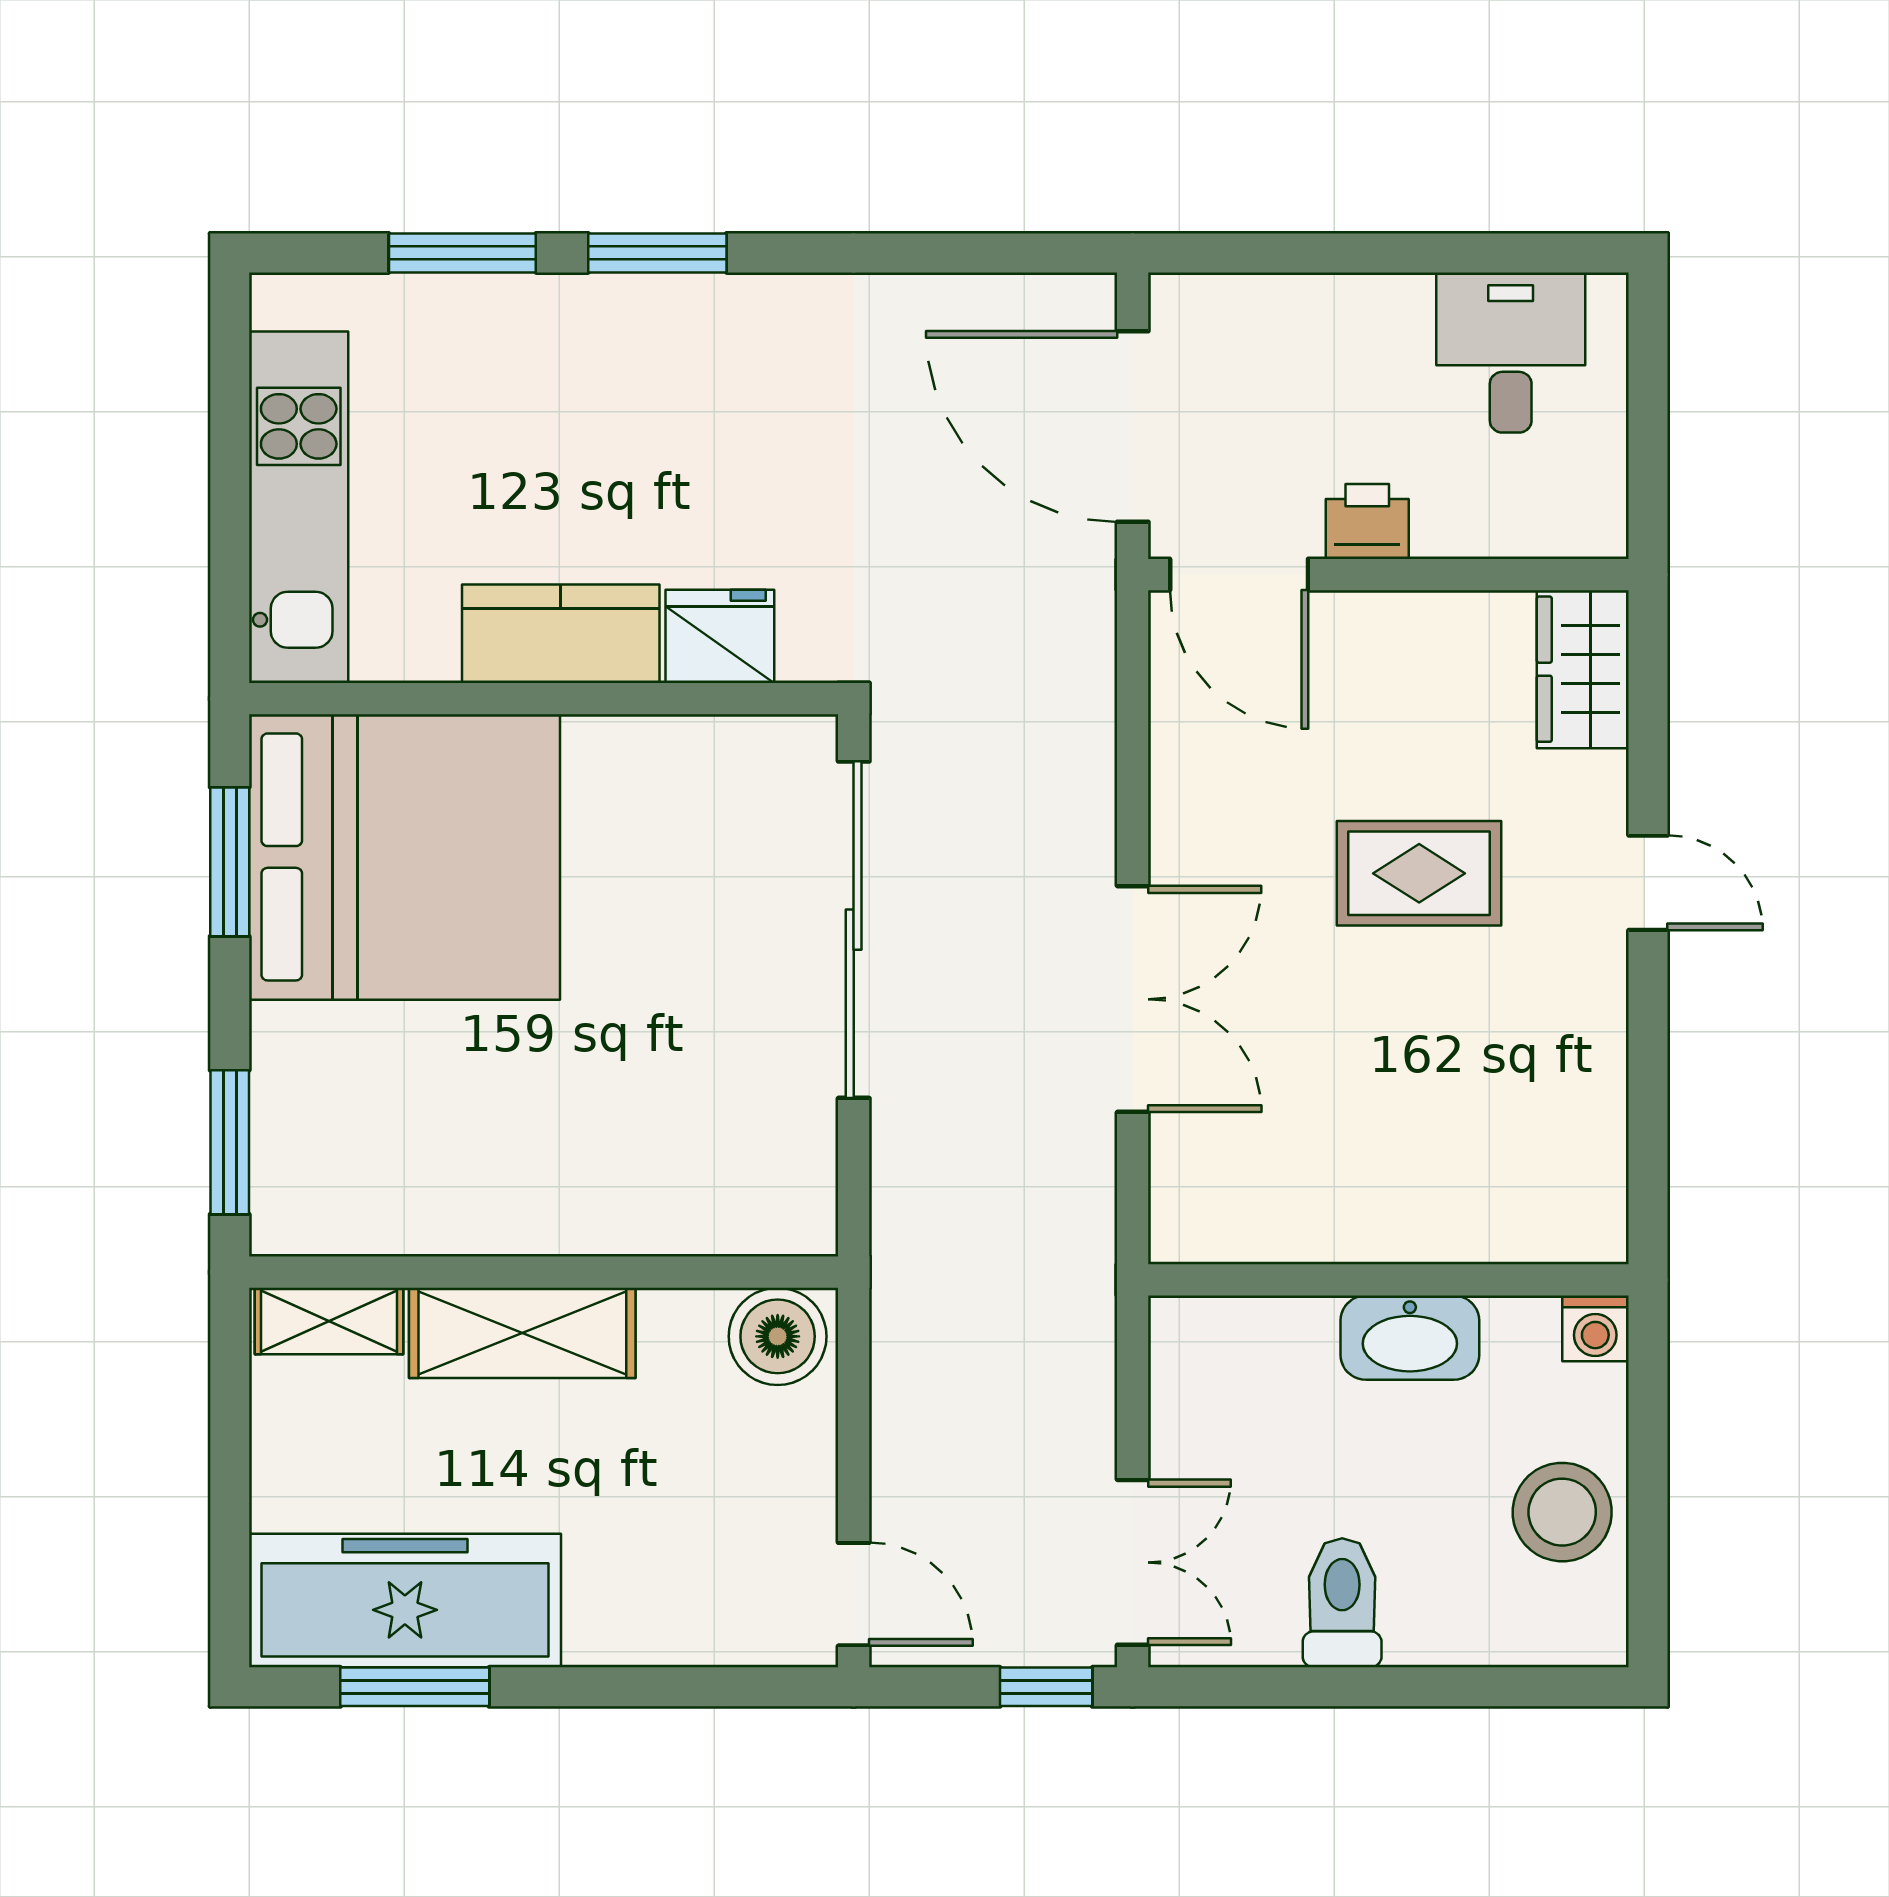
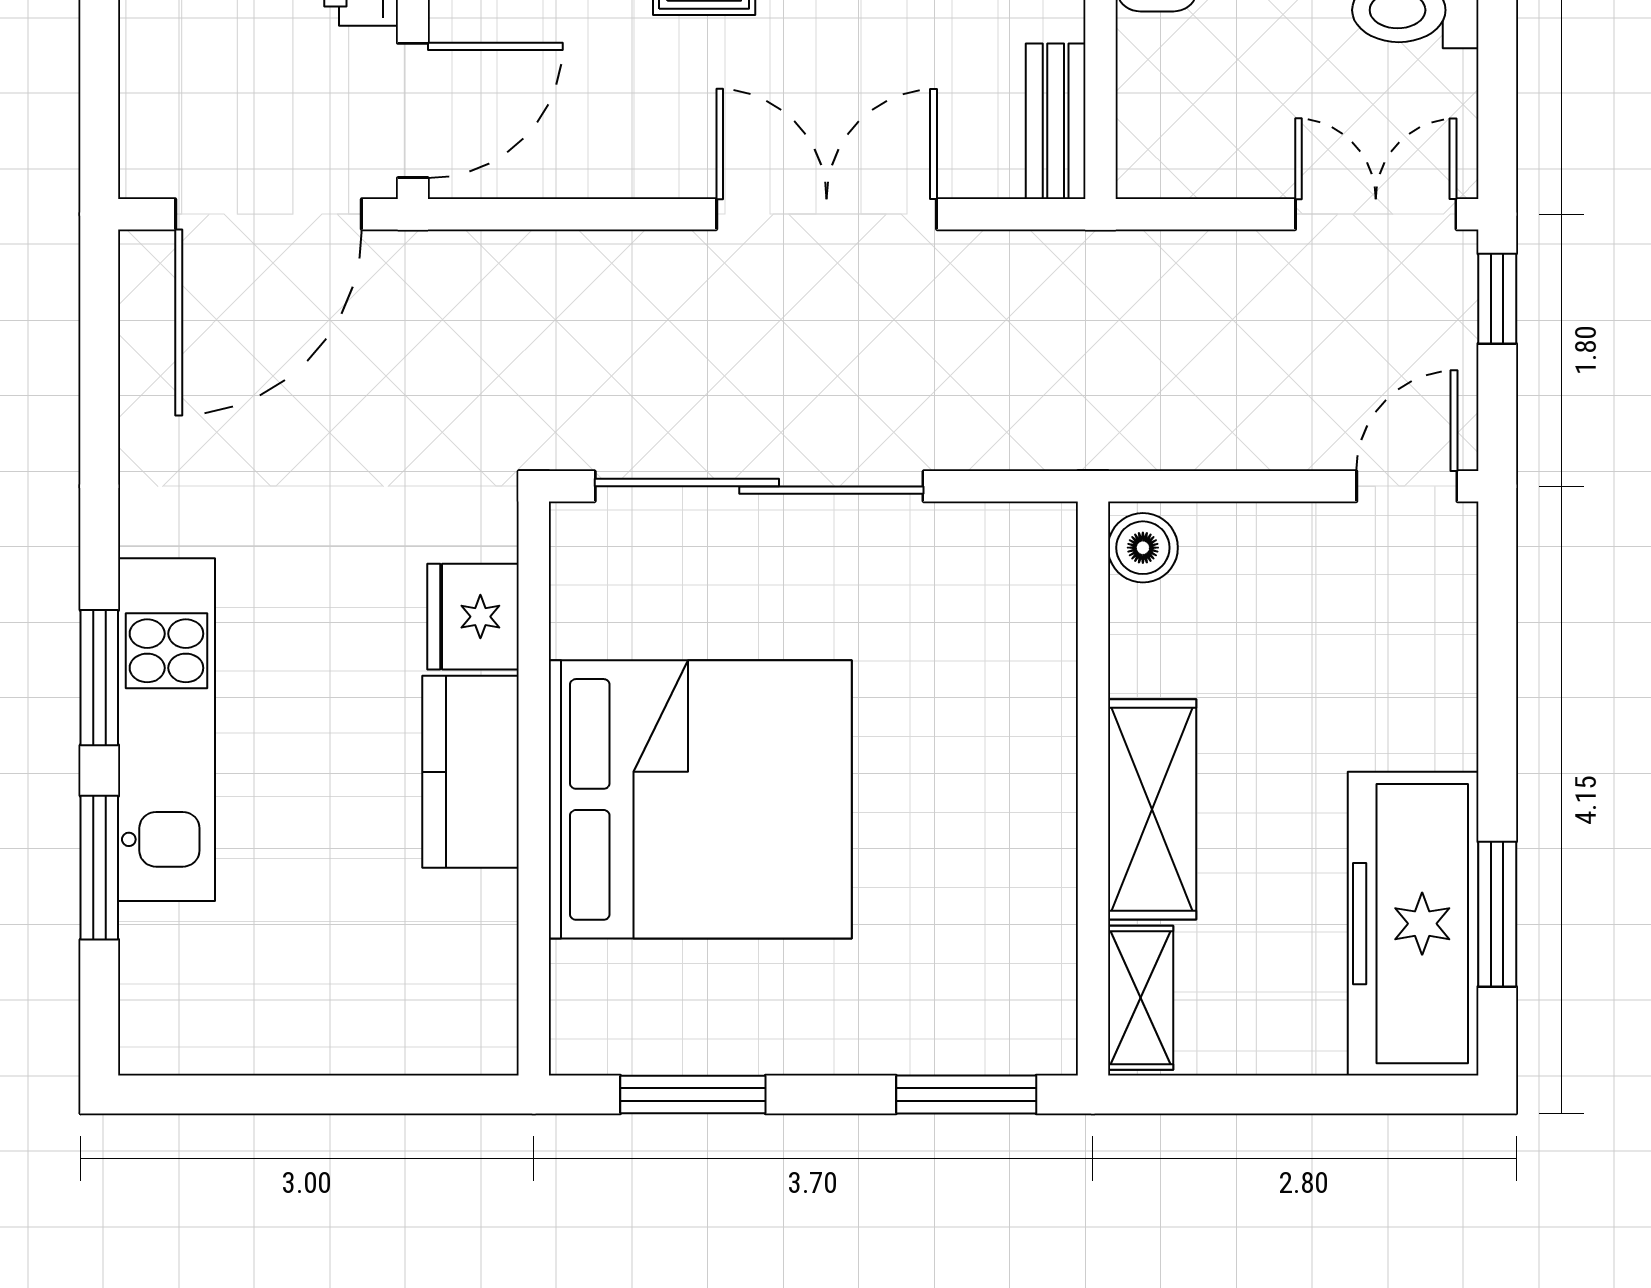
kitchen unit: (299, 507) -> (166, 730), moved, turned 90
bed: (404, 857) -> (700, 799), moved, turned 90
bench: (1228, 1234) -> (1056, 121), added
boiler: (778, 1336) -> (1143, 548), width x0.73, depth x0.73

